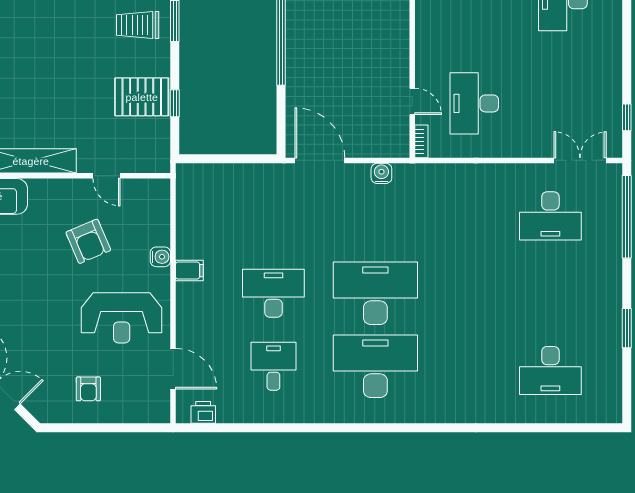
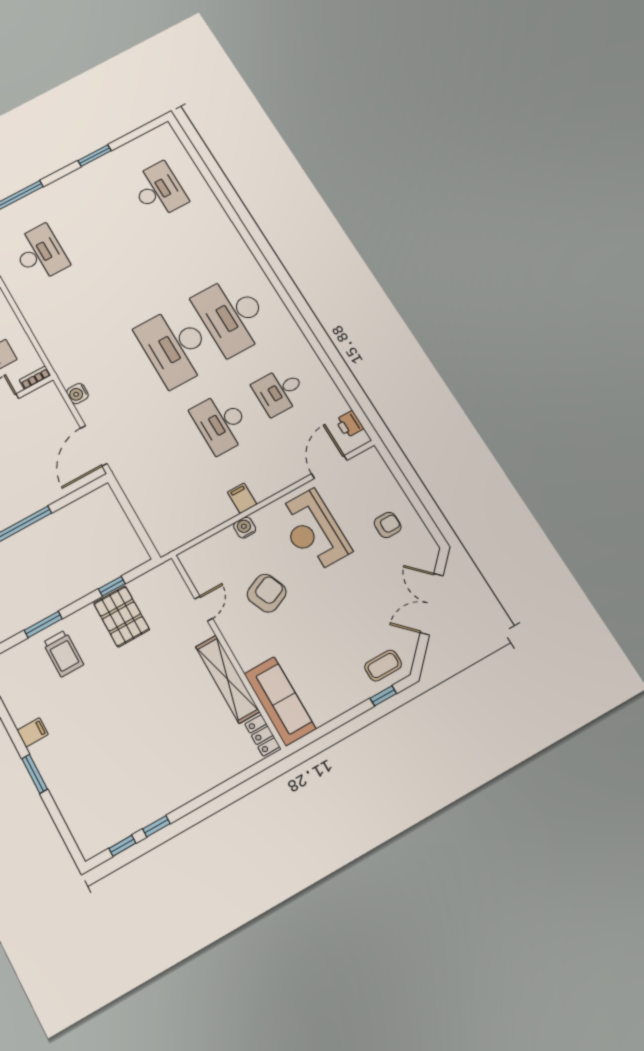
reception desk: (122, 318) -> (313, 531), turned 180

